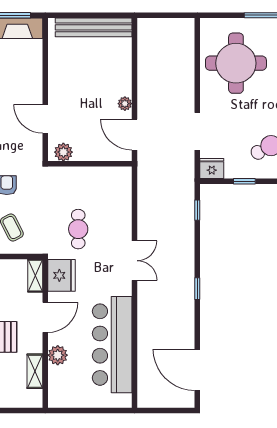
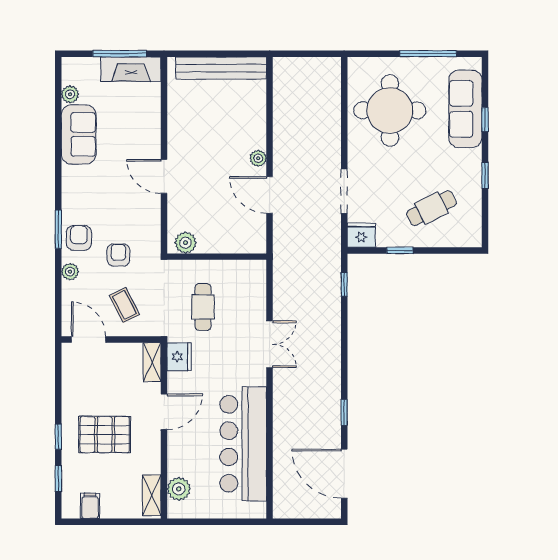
plant: (63, 152) -> (185, 243), moved
wall: (90, 164) -> (217, 257), moved
fridge: (61, 275) -> (179, 357), width x0.73, depth x0.75
window: (197, 289) -> (344, 412), moved
plant: (58, 355) -> (179, 489), moved
shelving: (35, 371) -> (152, 495), moved

